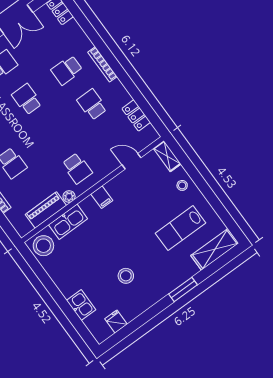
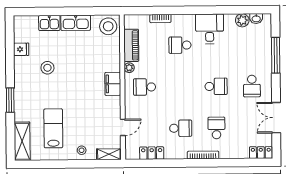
filing cabinet: (102, 197) -> (113, 84), width x2.00
kitchen sink: (68, 222) -> (76, 23), moved, turned -90
fridge: (116, 322) -> (21, 49), moved

